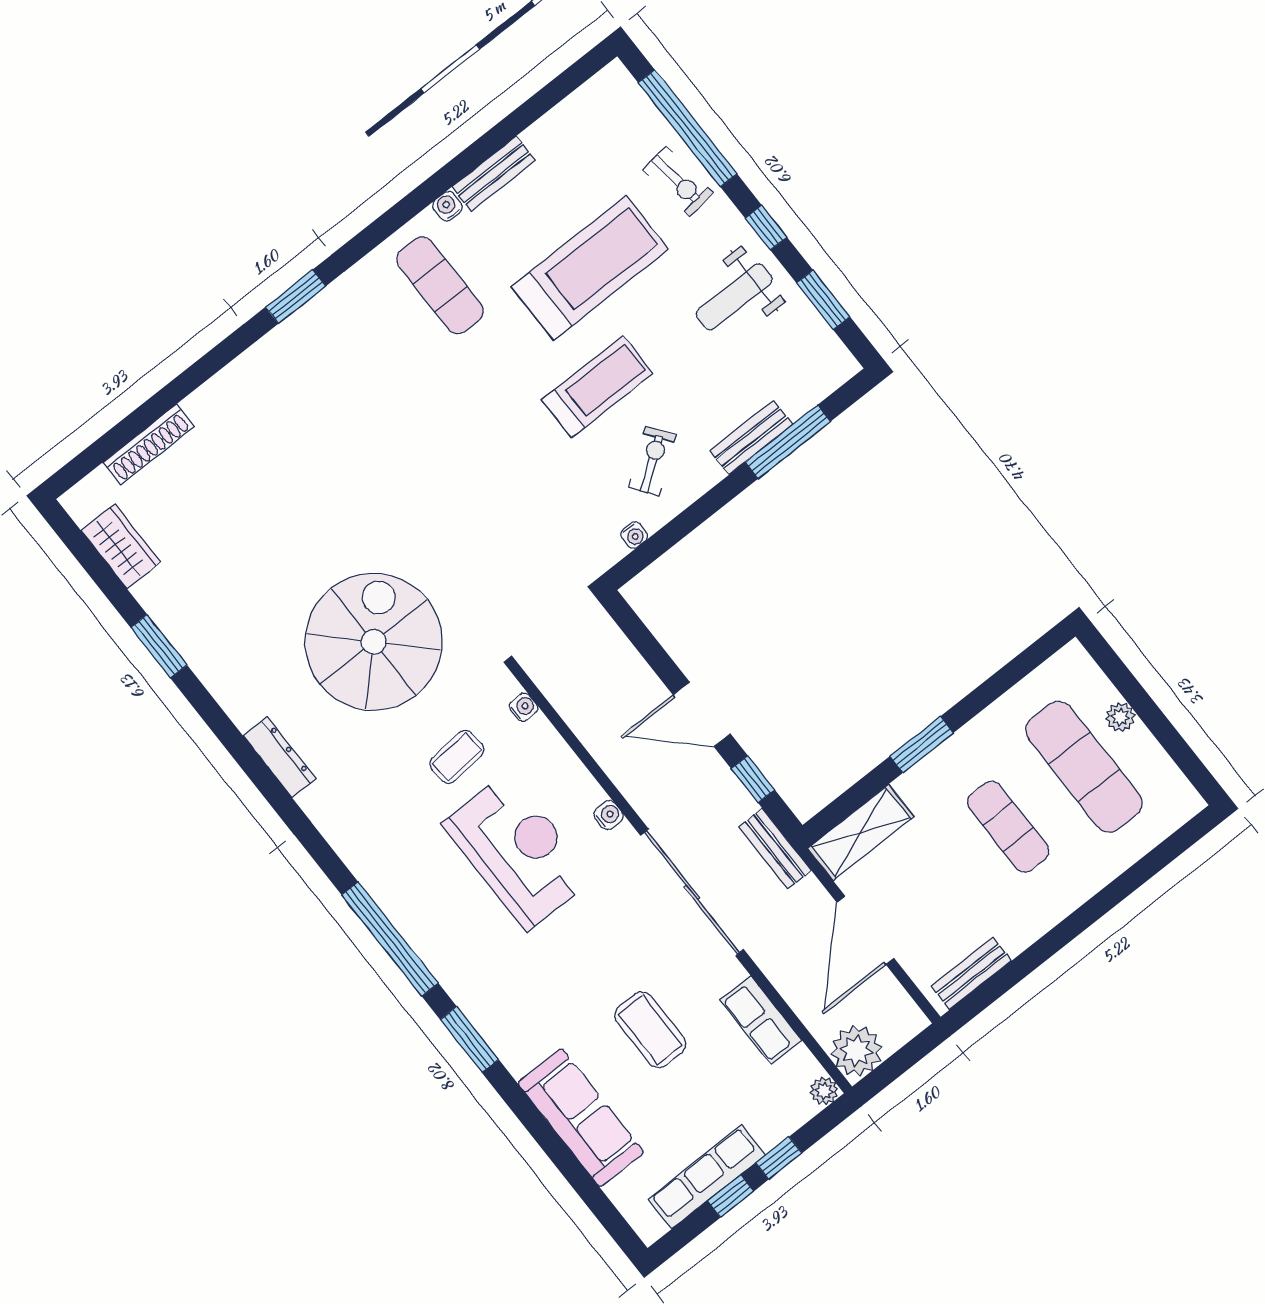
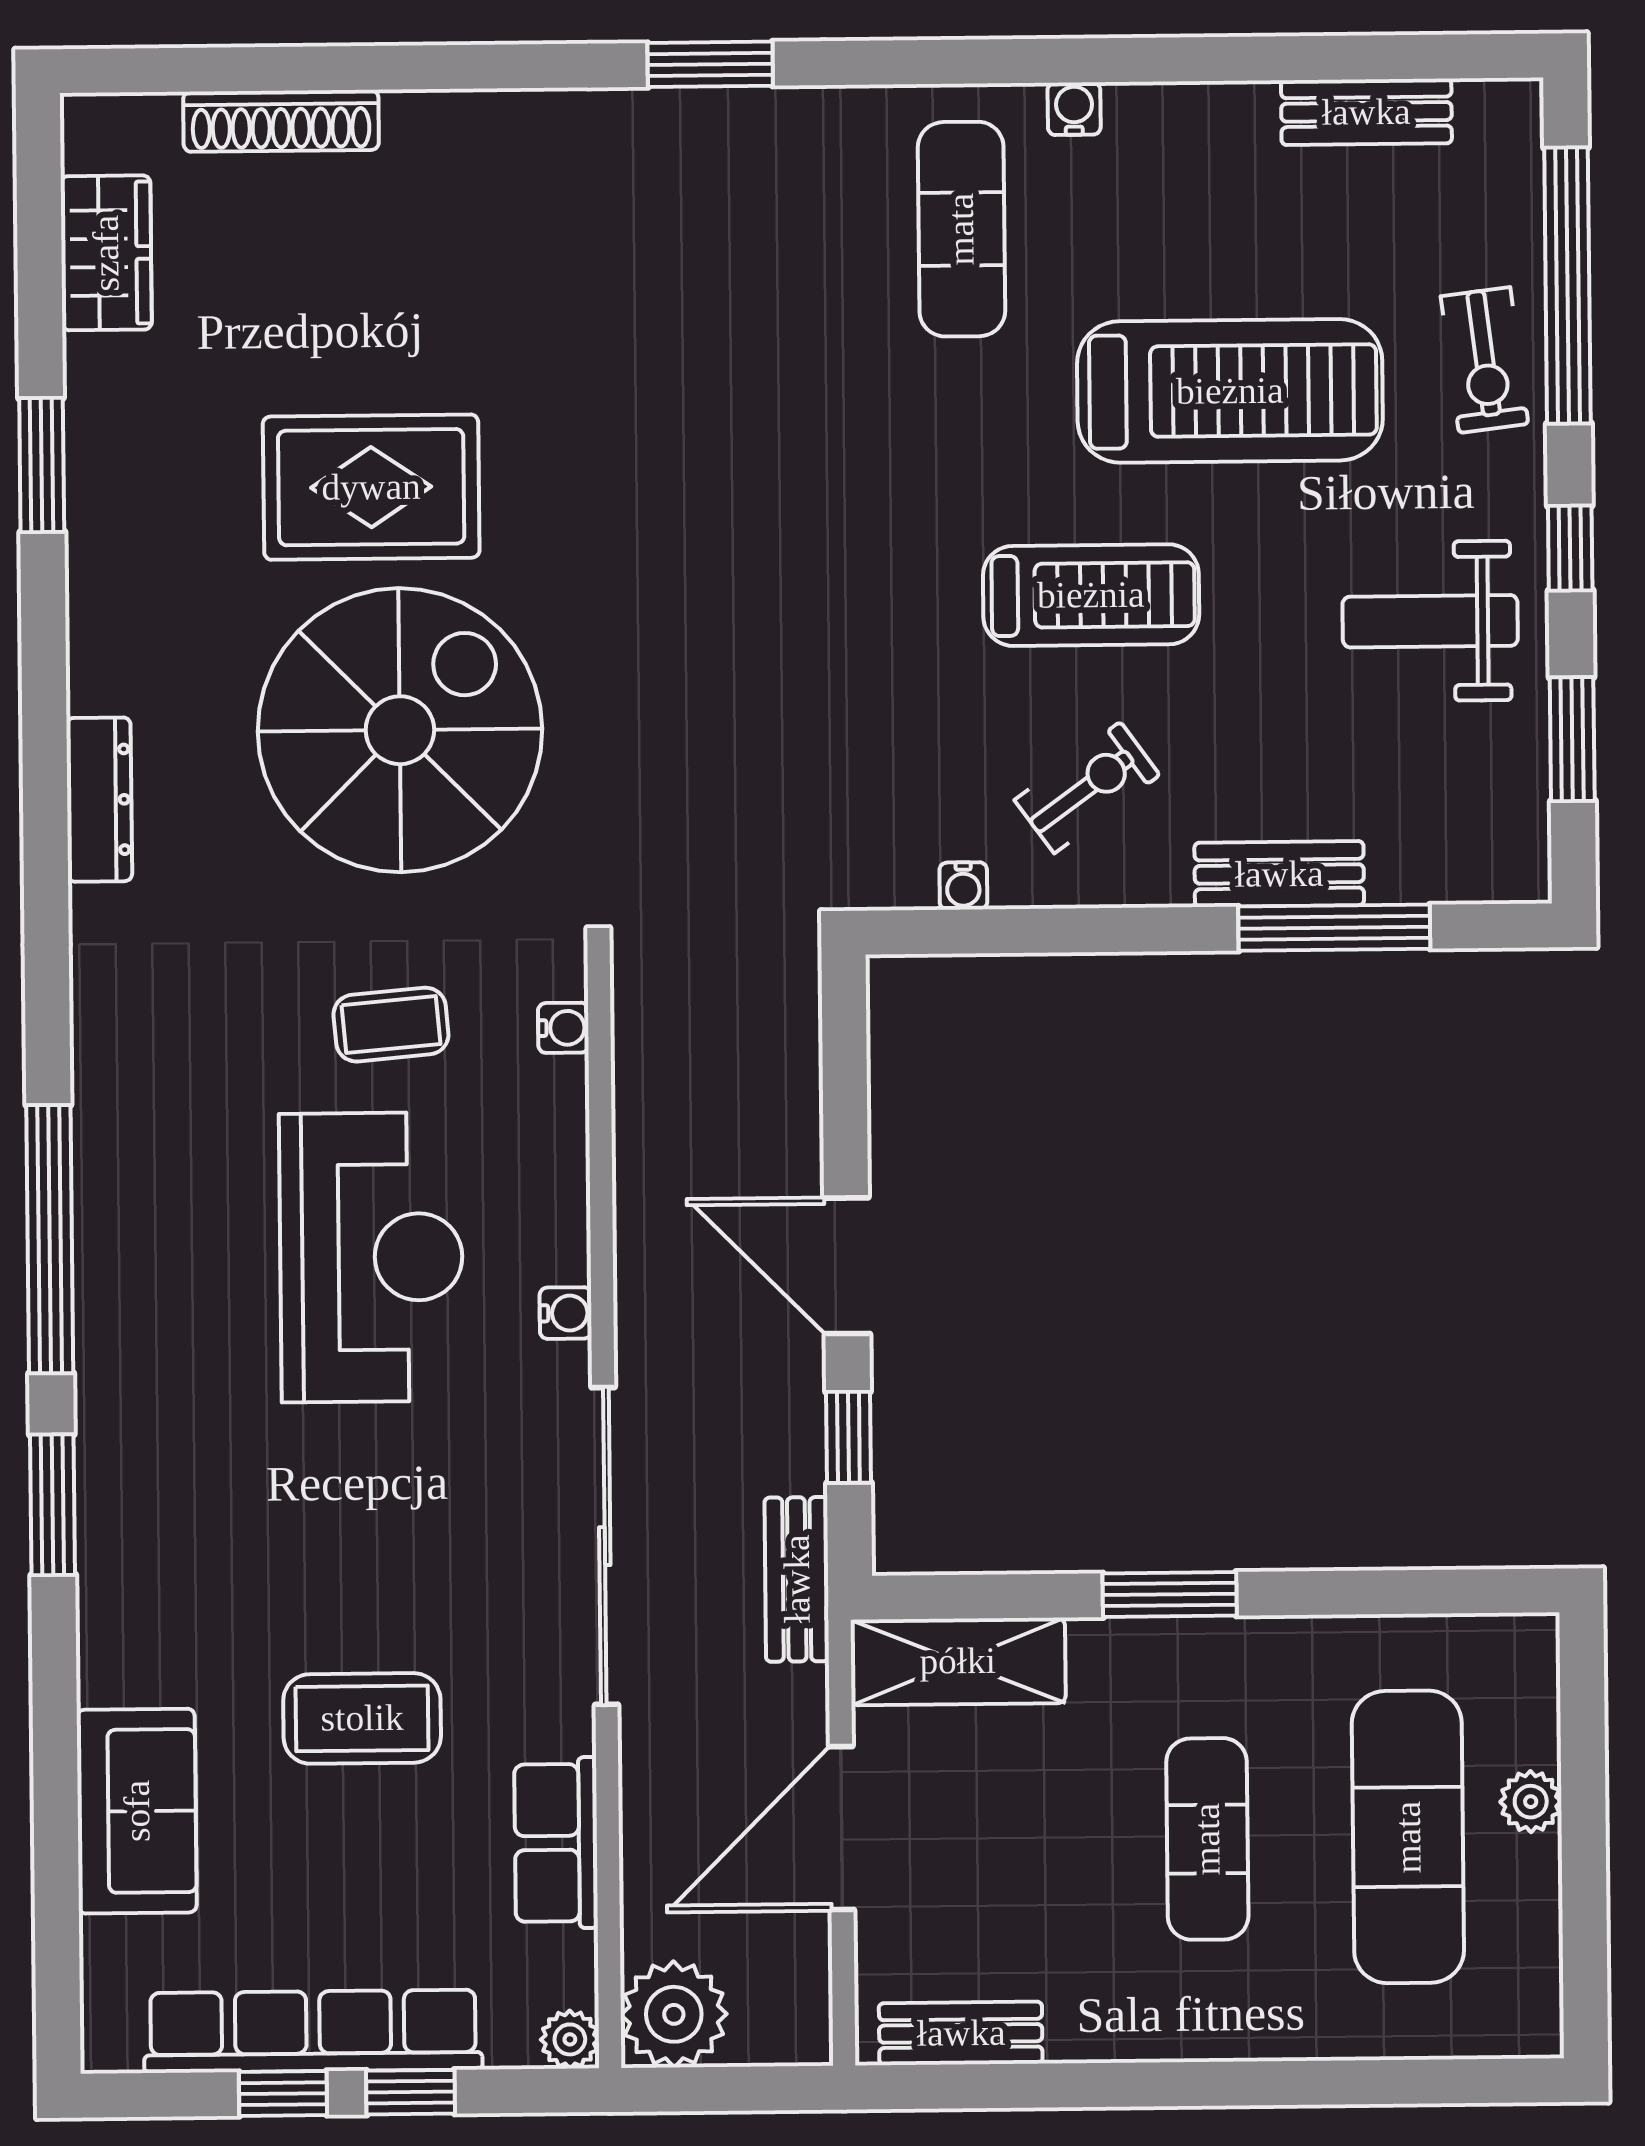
bench: (494, 174) -> (1366, 112), moved
rug: (291, 558) -> (371, 487), added
coffee table: (650, 1030) -> (362, 1718), turned 90
sofa: (581, 1118) -> (137, 1811), width x0.73
row of seats: (707, 1177) -> (313, 2031), width x1.36

